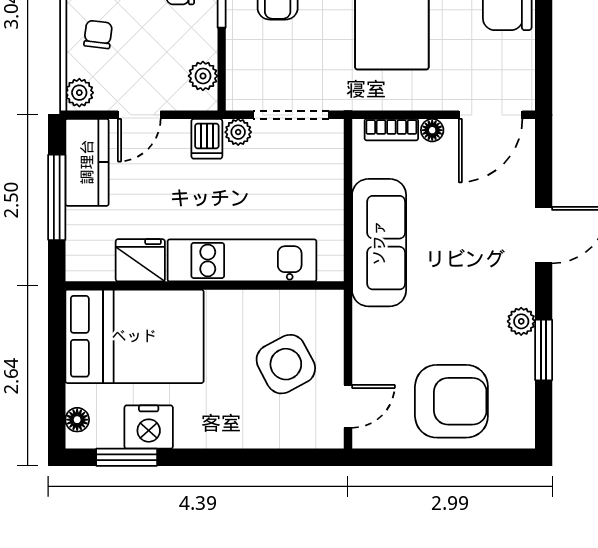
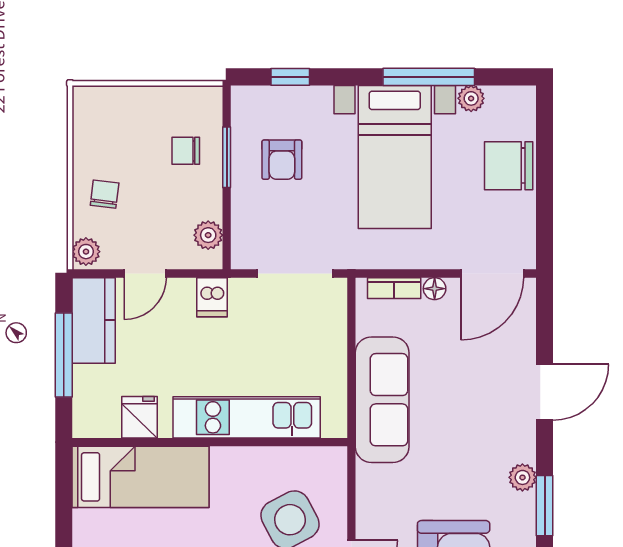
plant: (238, 132) -> (243, 291), removed
fridge: (140, 260) -> (139, 417), width x0.72
bed: (134, 336) -> (140, 477), width x0.67

